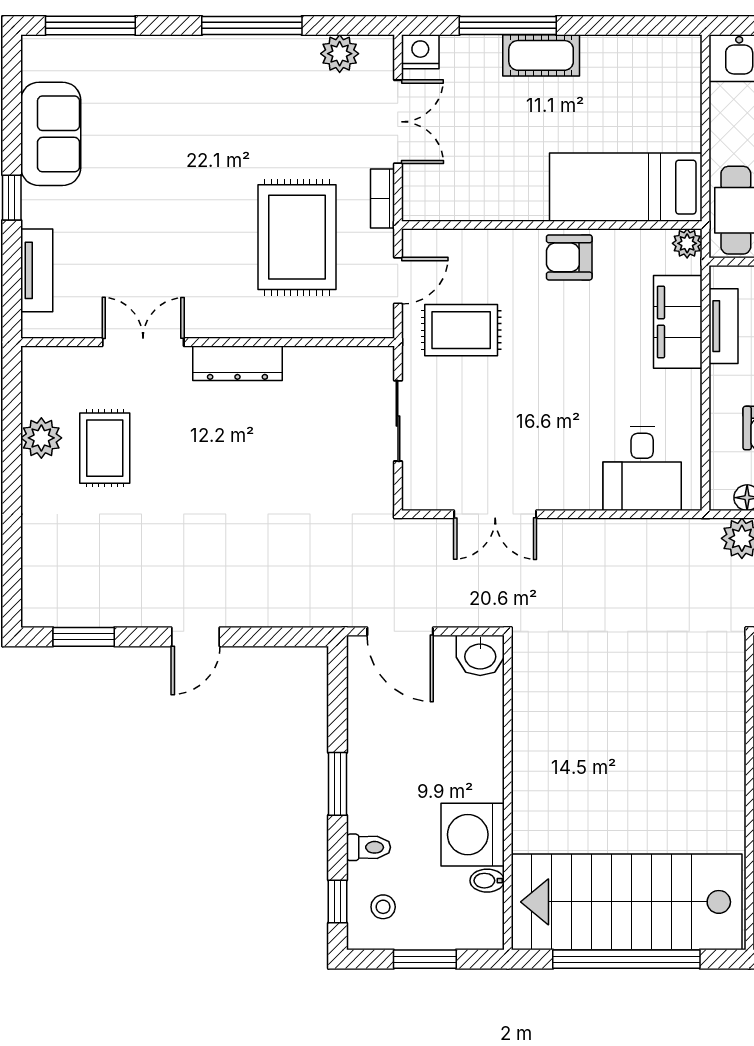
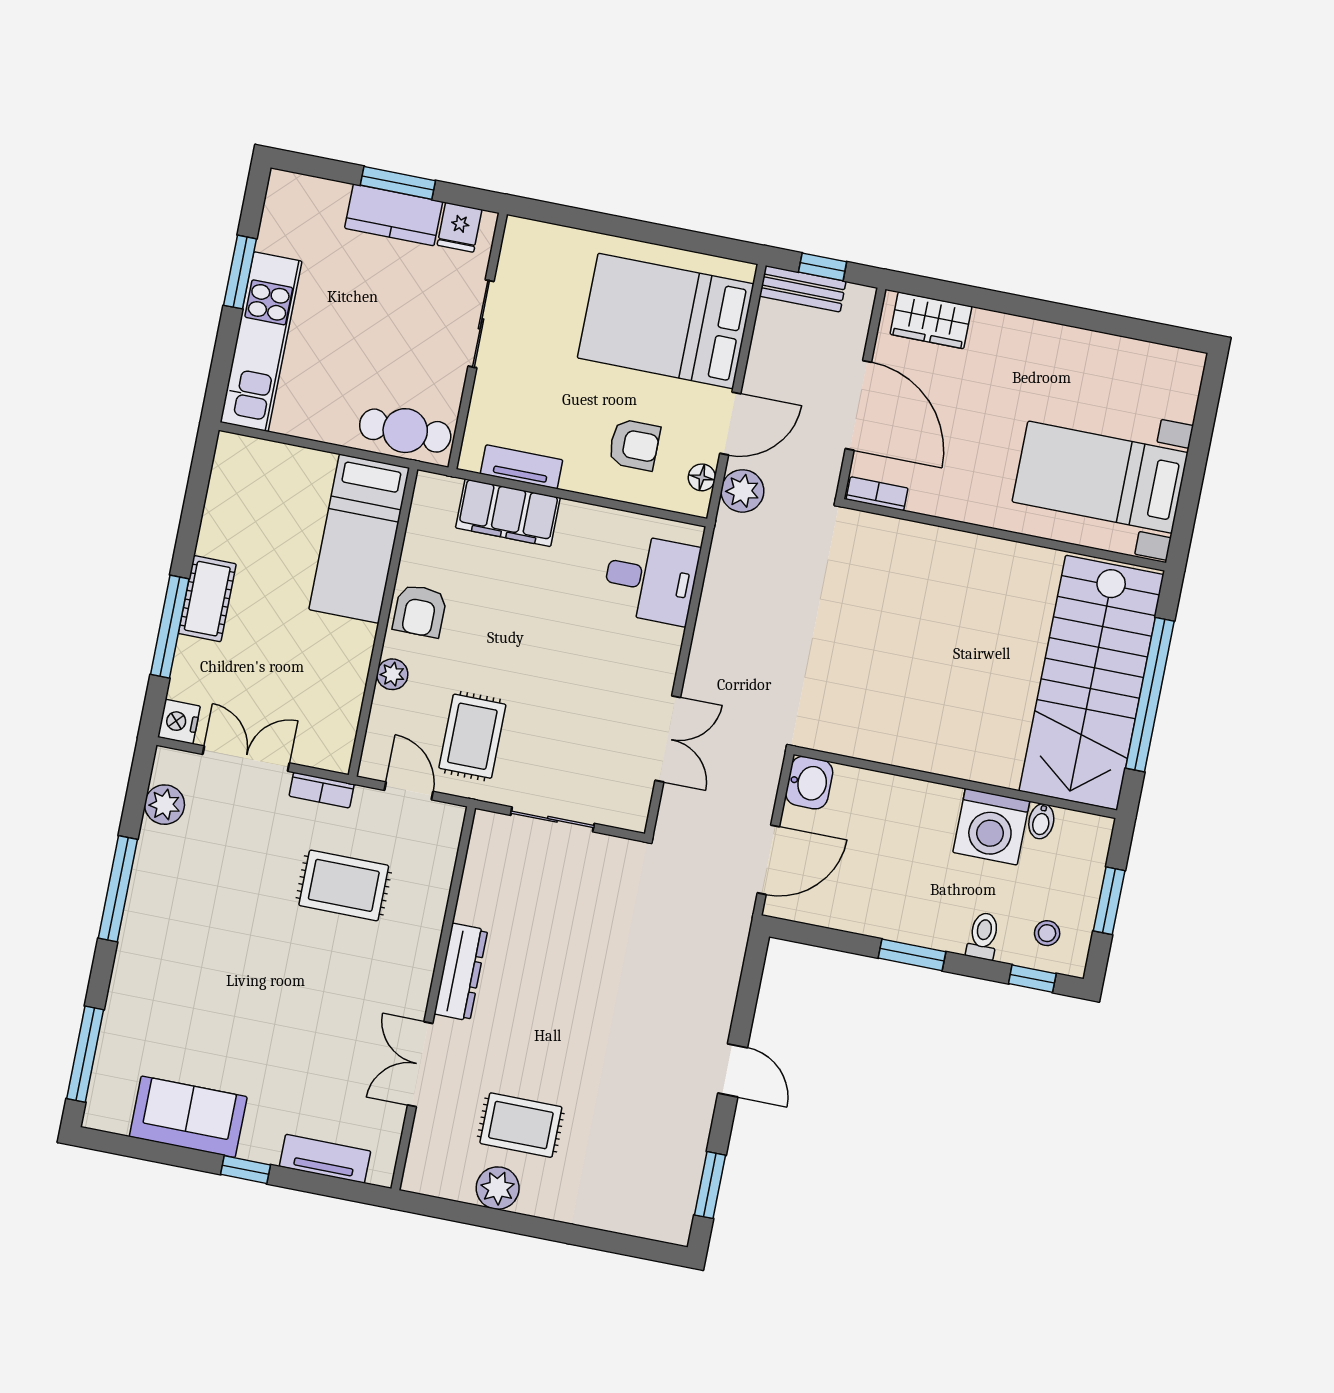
rug: (297, 237) -> (344, 885), width x0.73, depth x0.70
plant: (687, 243) -> (392, 674), moved

